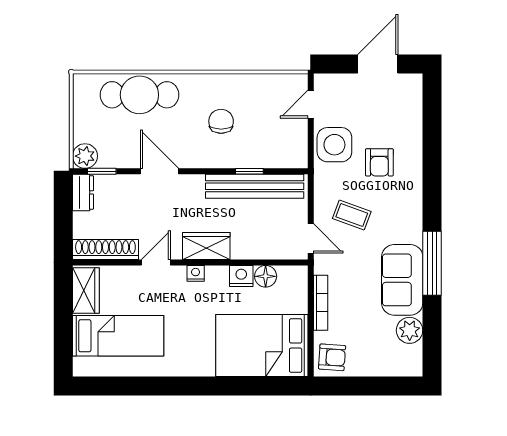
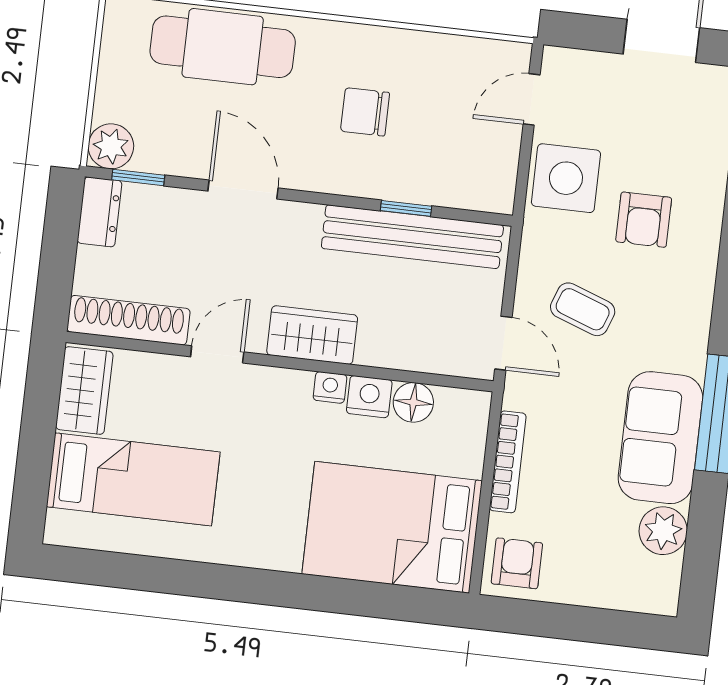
chair: (221, 121) -> (365, 112), turned -90
nightstand: (196, 273) -> (330, 387), moved
armchair: (332, 357) -> (517, 563), turned -94

